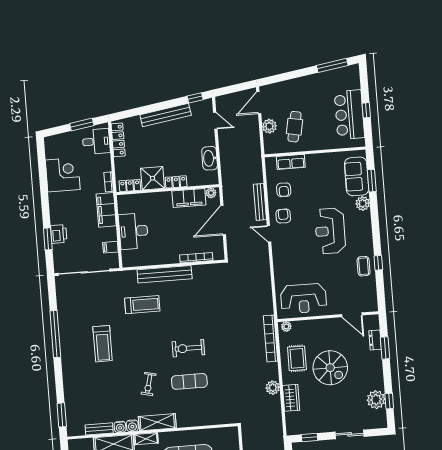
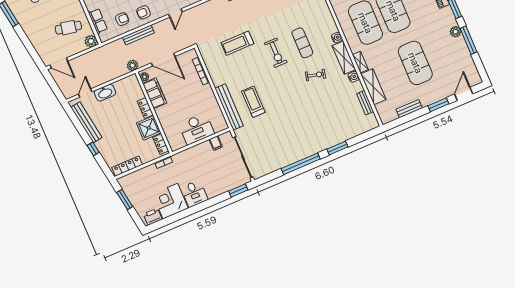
window: (195, 98) -> (93, 149), moved
bench: (166, 115) -> (86, 122), moved
plant: (269, 126) -> (91, 41), moved
desk: (96, 141) -> (194, 194), moved, turned 180
washbasin: (210, 158) -> (105, 93), moved
plant: (228, 184) -> (133, 65), added
filing cabinet: (106, 210) -> (187, 157), removed
printer: (59, 234) -> (153, 217), moved
door: (269, 234) -> (175, 13), moved
window: (48, 239) -> (238, 191), moved
bench: (165, 274) -> (229, 107), moved
treadmill: (103, 344) -> (237, 43), moved, turned 180
window: (62, 415) -> (337, 148), moved
water cooler: (120, 427) -> (337, 38), moved

